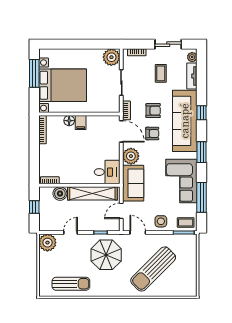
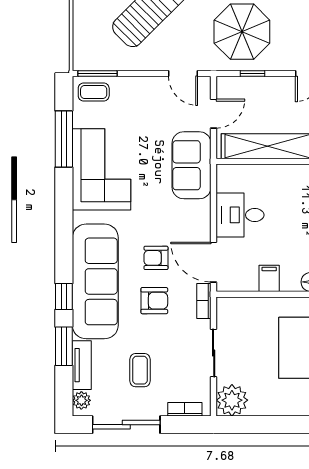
sliding door: (168, 44) -> (126, 425), width x1.37
armchair: (153, 111) -> (154, 301), turned 180
filing cabinet: (81, 123) -> (269, 278), moved
window: (202, 152) -> (64, 346), moved
plant: (131, 156) -> (196, 216), removed
desk: (107, 172) -> (240, 215), moved
side table: (161, 221) -> (140, 94), removed

